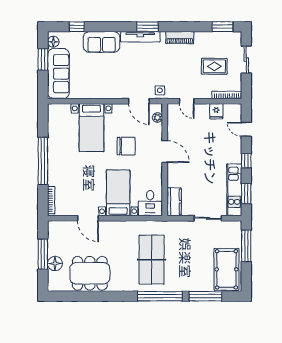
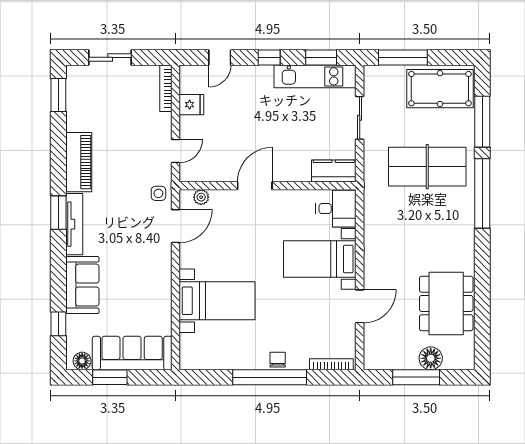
piano: (180, 38) -> (79, 162), width x1.37, depth x1.33
rug: (214, 66) -> (121, 108), removed
chair: (126, 146) -> (278, 360), moved, width x0.54, depth x0.54
table tennis table: (152, 260) -> (427, 167), moved

